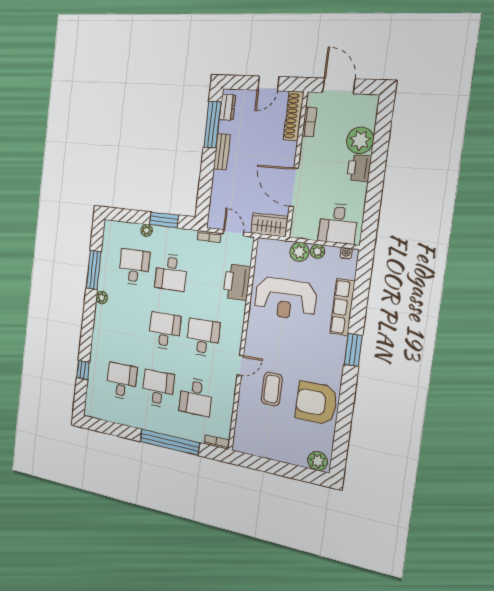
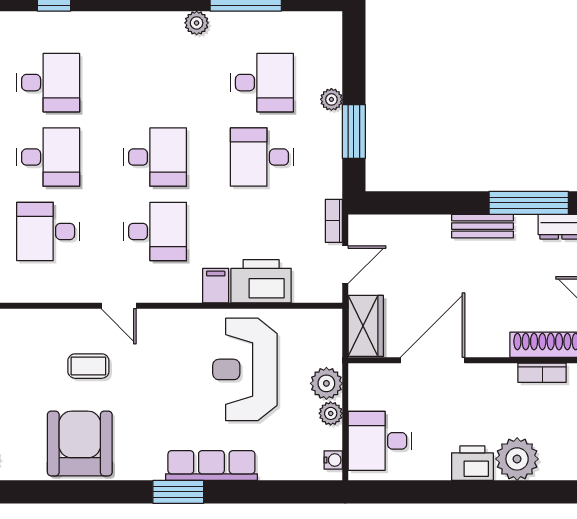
row of seats: (342, 307) -> (211, 466), moved
filing cabinet: (236, 308) -> (216, 286), added
coffee table: (272, 389) -> (88, 366), width x0.73, depth x0.77

